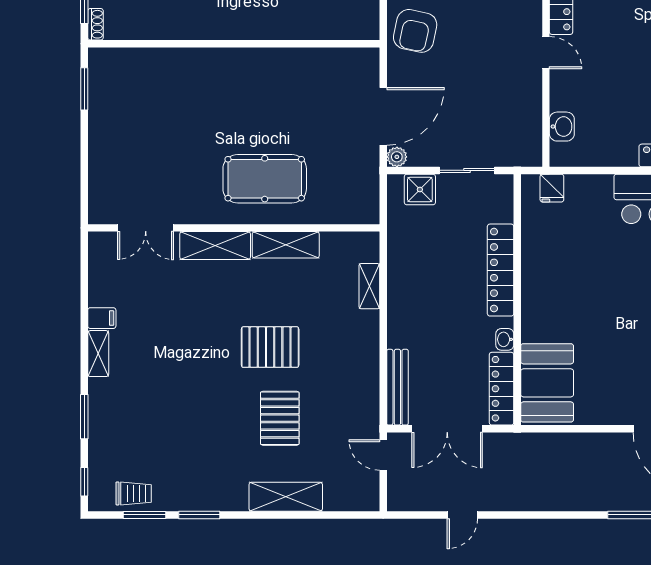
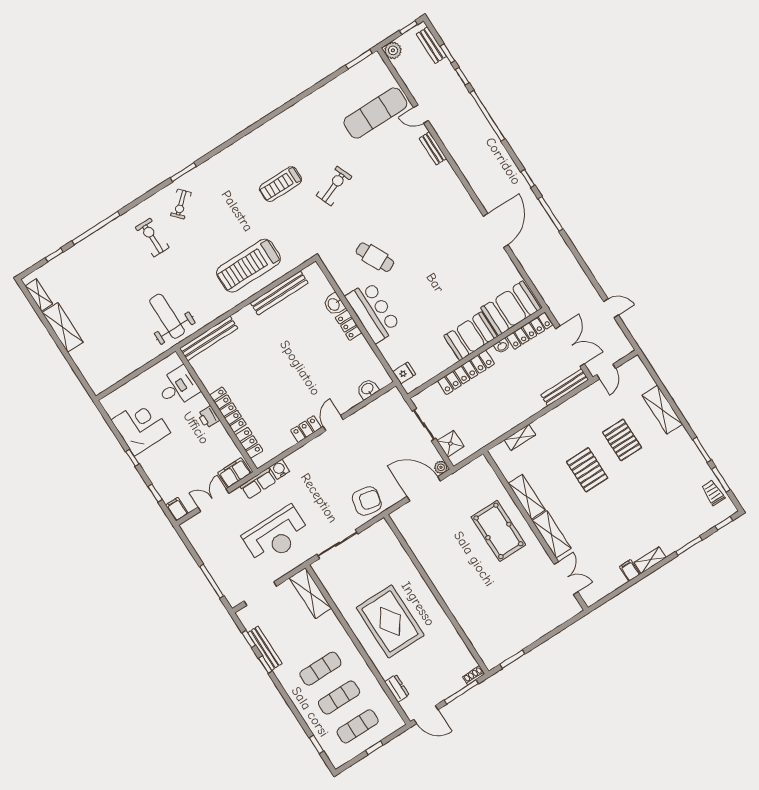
booth: (544, 307) -> (471, 336), added
pallet: (280, 418) -> (622, 440), turned 90

